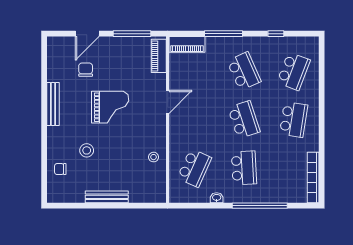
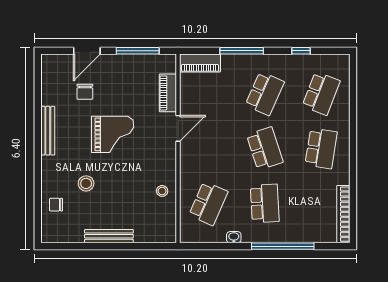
piano: (159, 56) -> (168, 93), moved
chair: (86, 70) -> (85, 92), turned 180
school desk: (244, 71) -> (265, 94), turned 48

